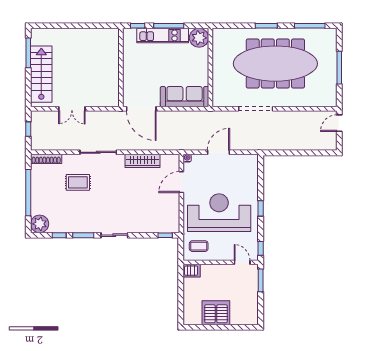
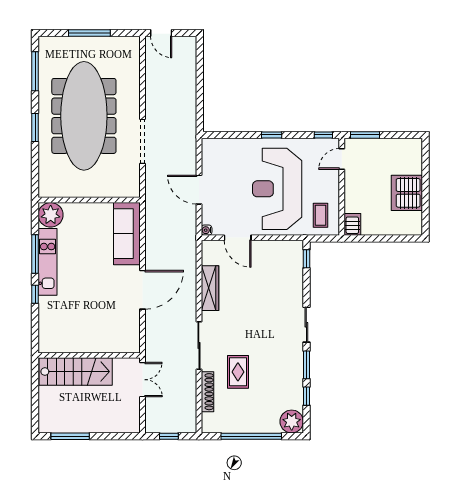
wall: (121, 68) -> (89, 355), moved
stairs: (41, 74) -> (76, 372), moved, turned 180
shoe rack: (46, 159) -> (208, 392), moved

